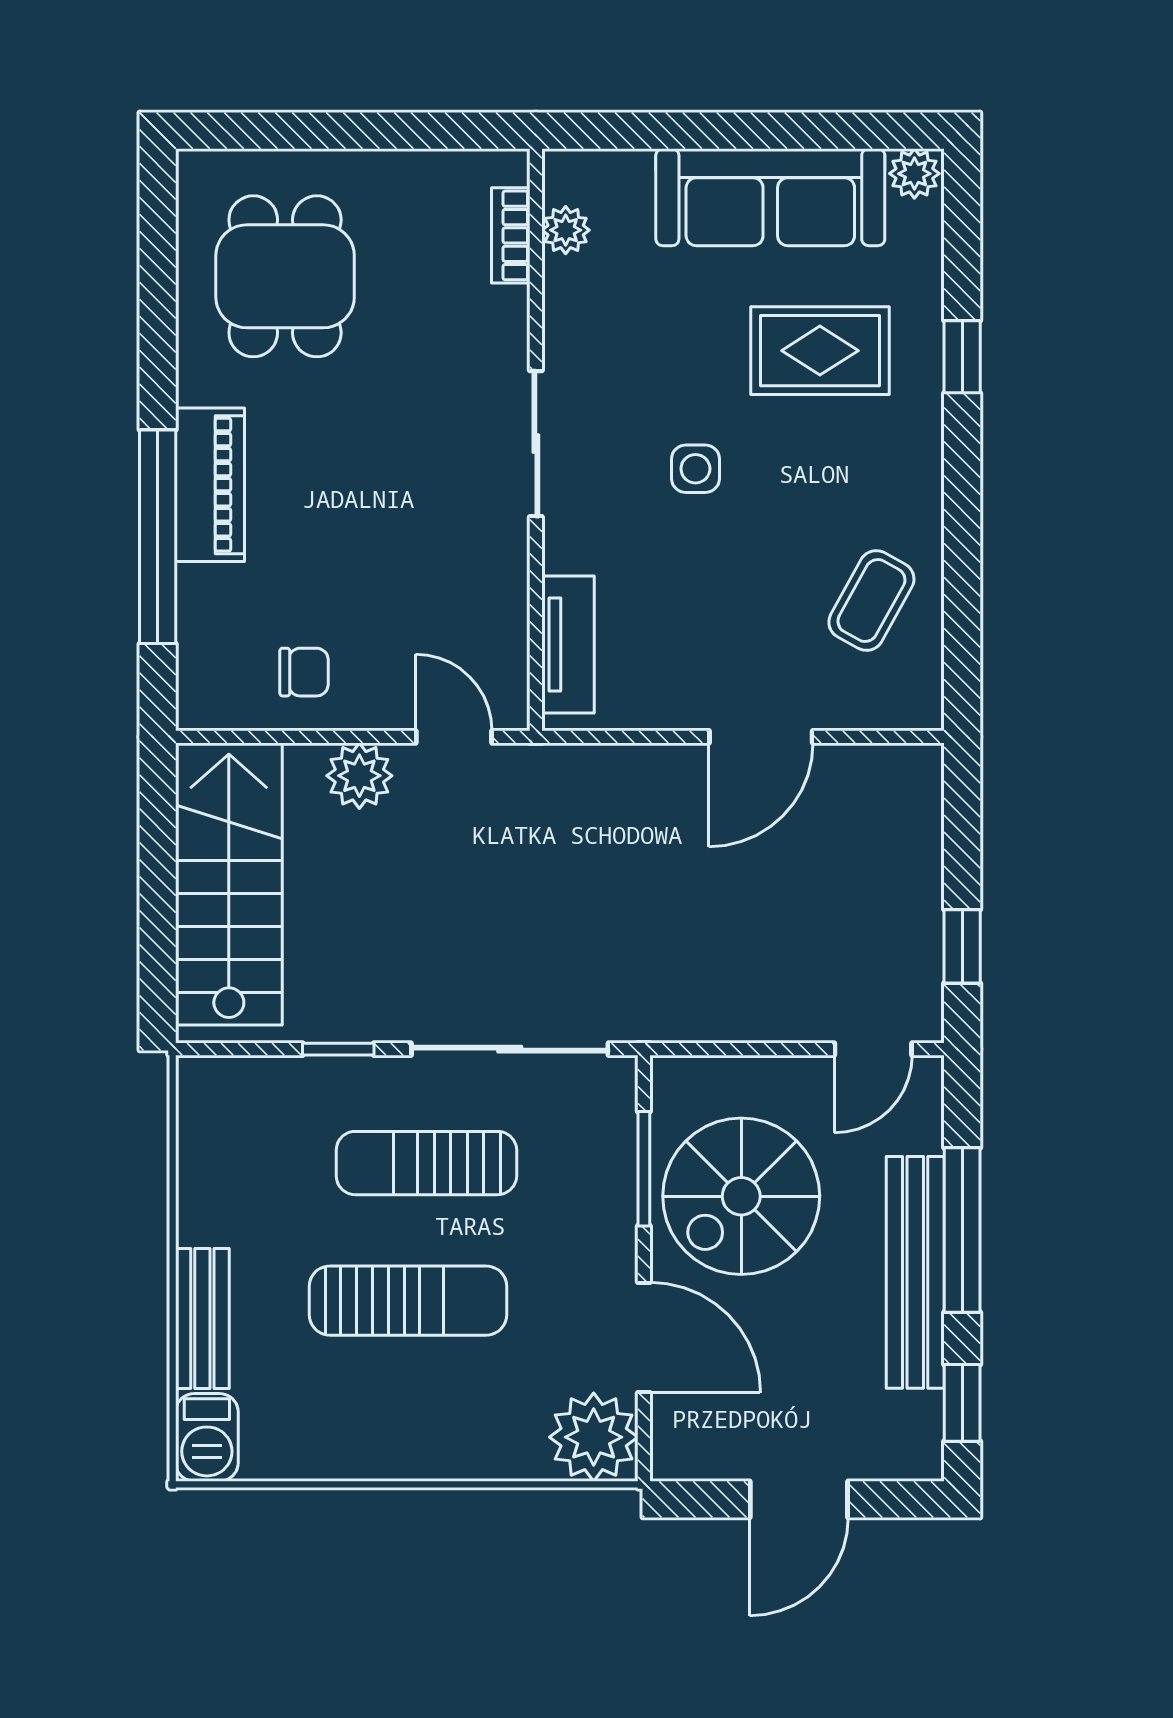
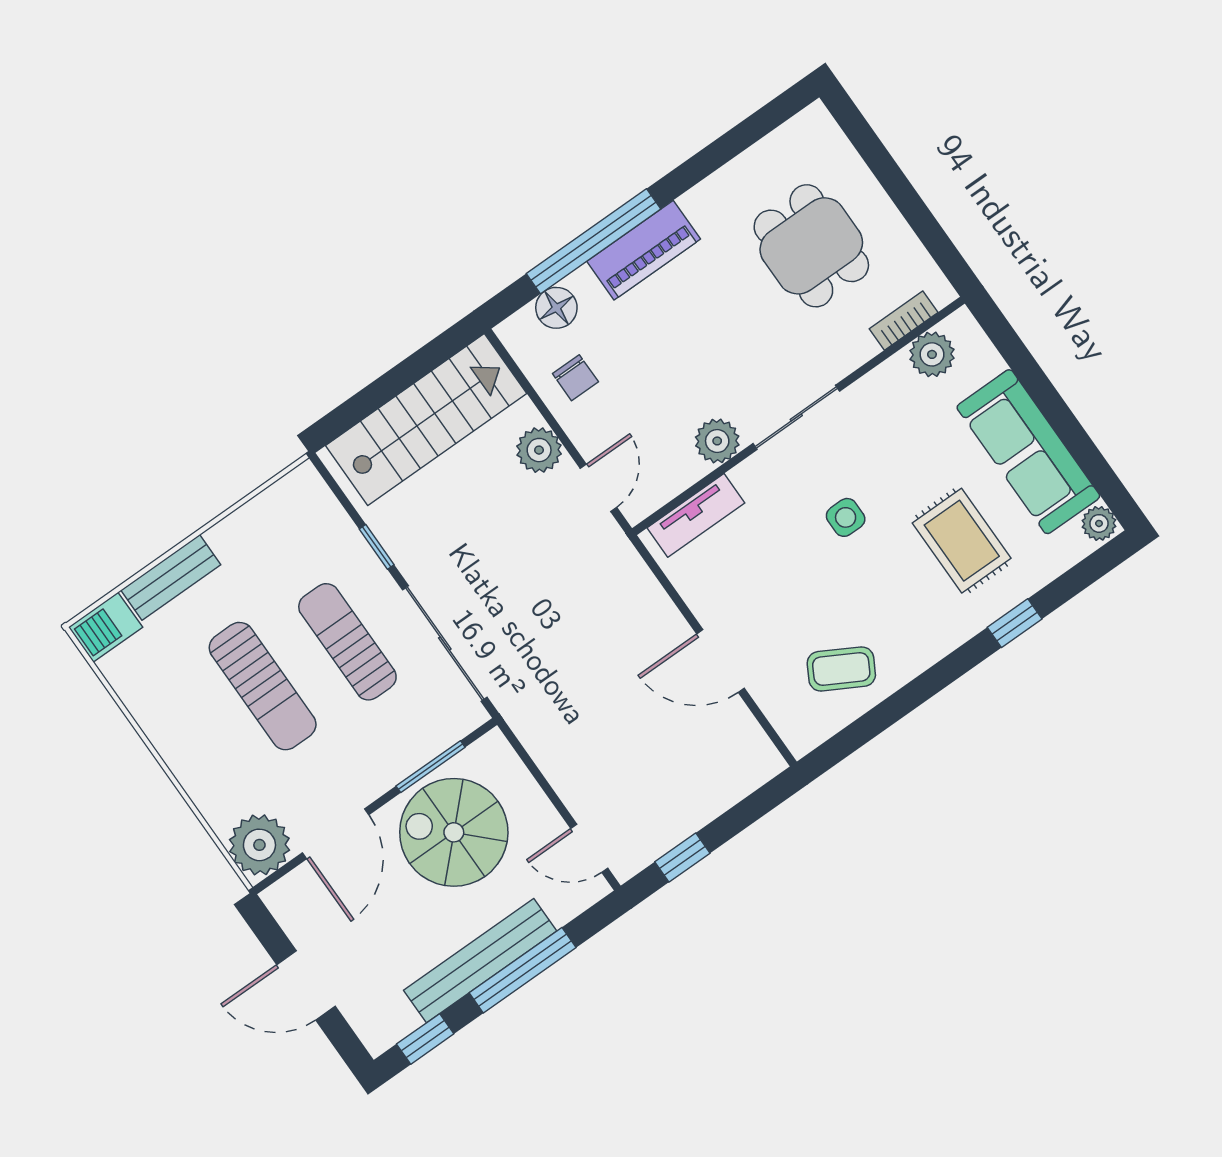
plant: (566, 230) -> (932, 354), width x1.38, depth x1.38
dining table: (285, 276) -> (811, 246), moved, turned 90
plant: (498, 557) -> (717, 441), added
floor lamp: (205, 636) -> (556, 308), added

